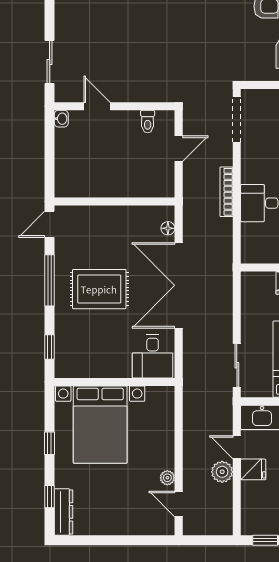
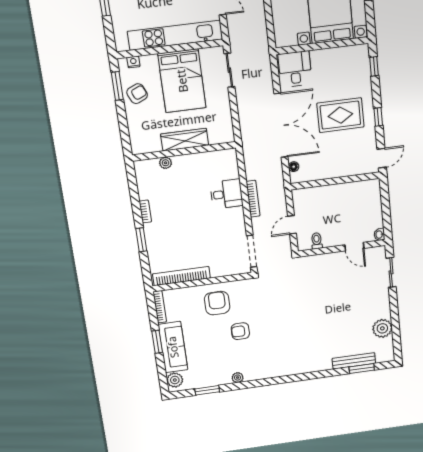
window: (50, 280) -> (378, 117), width x0.46

